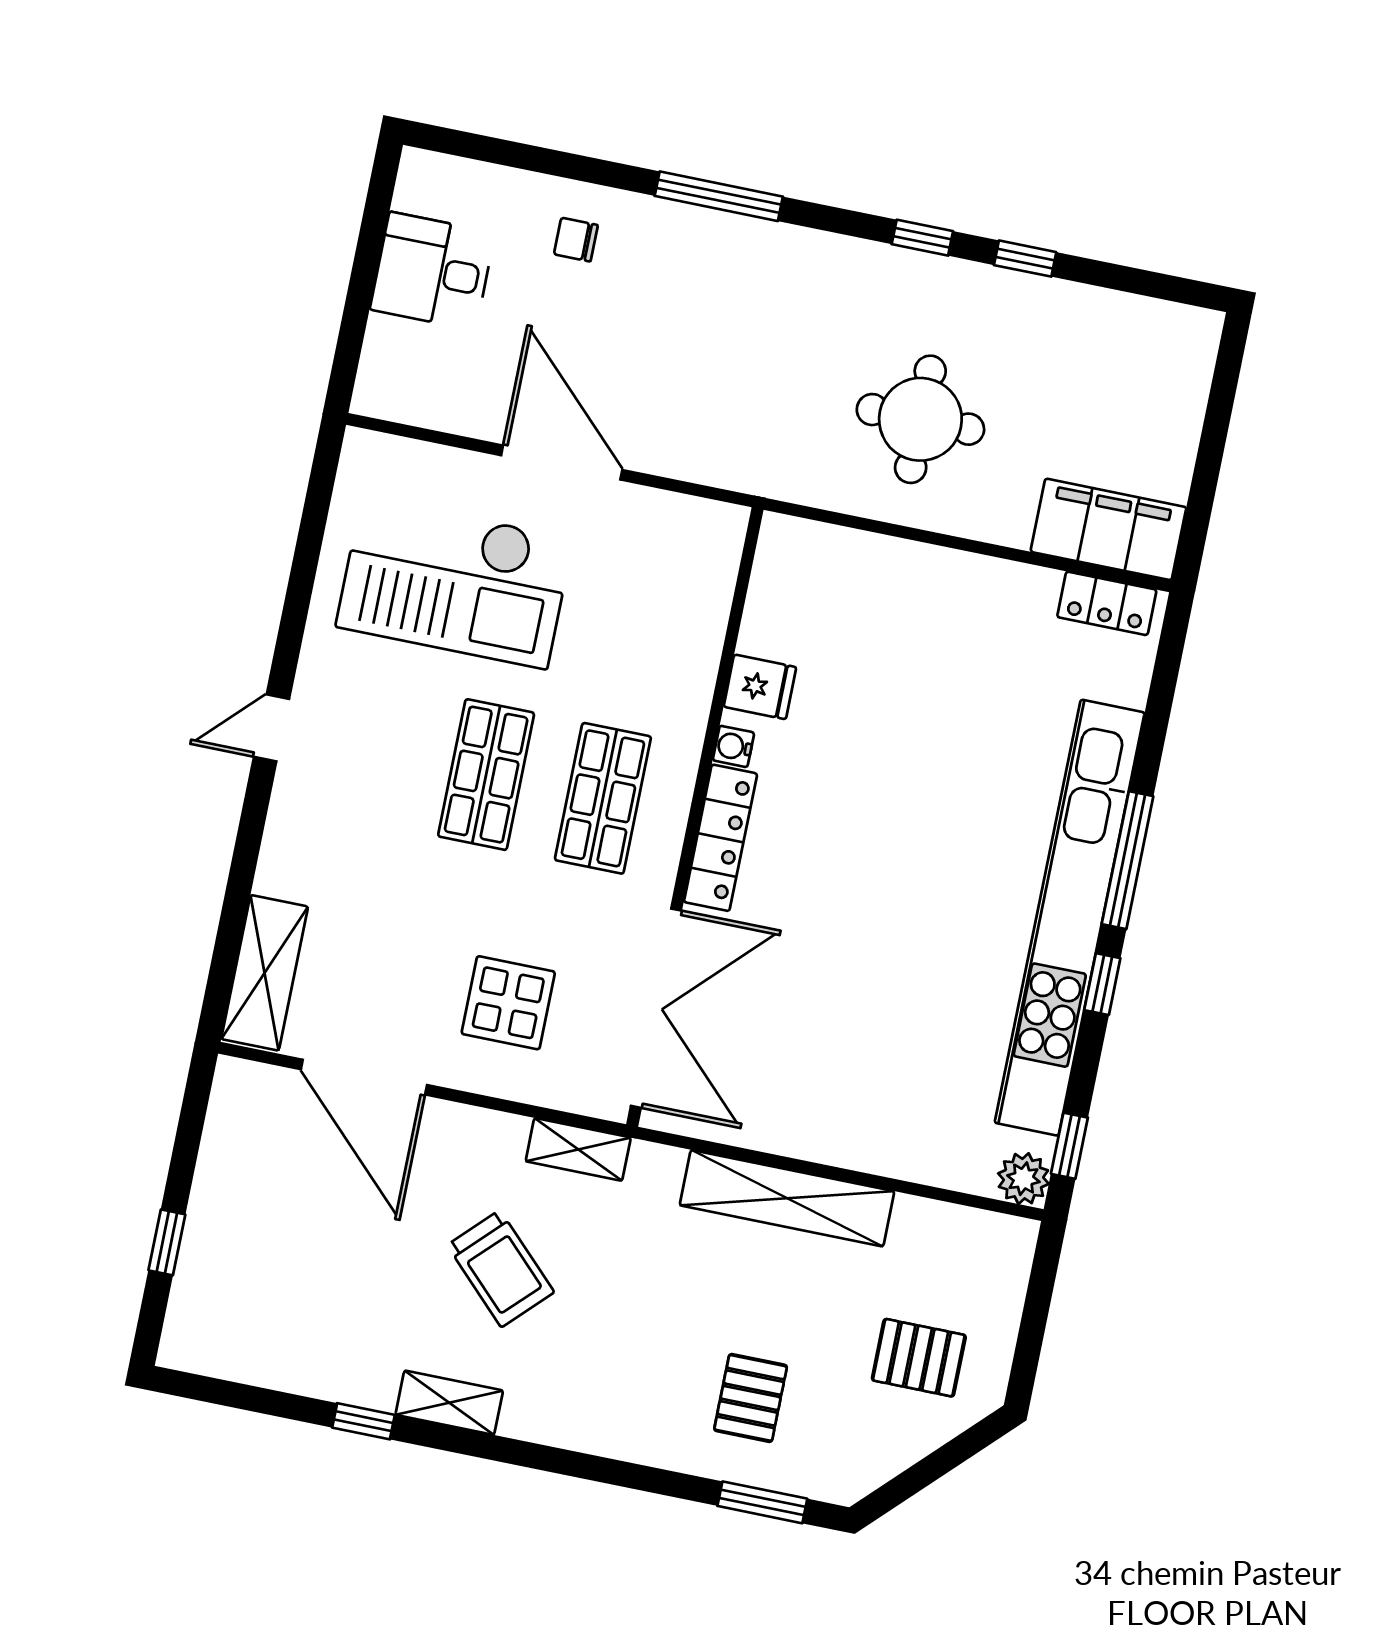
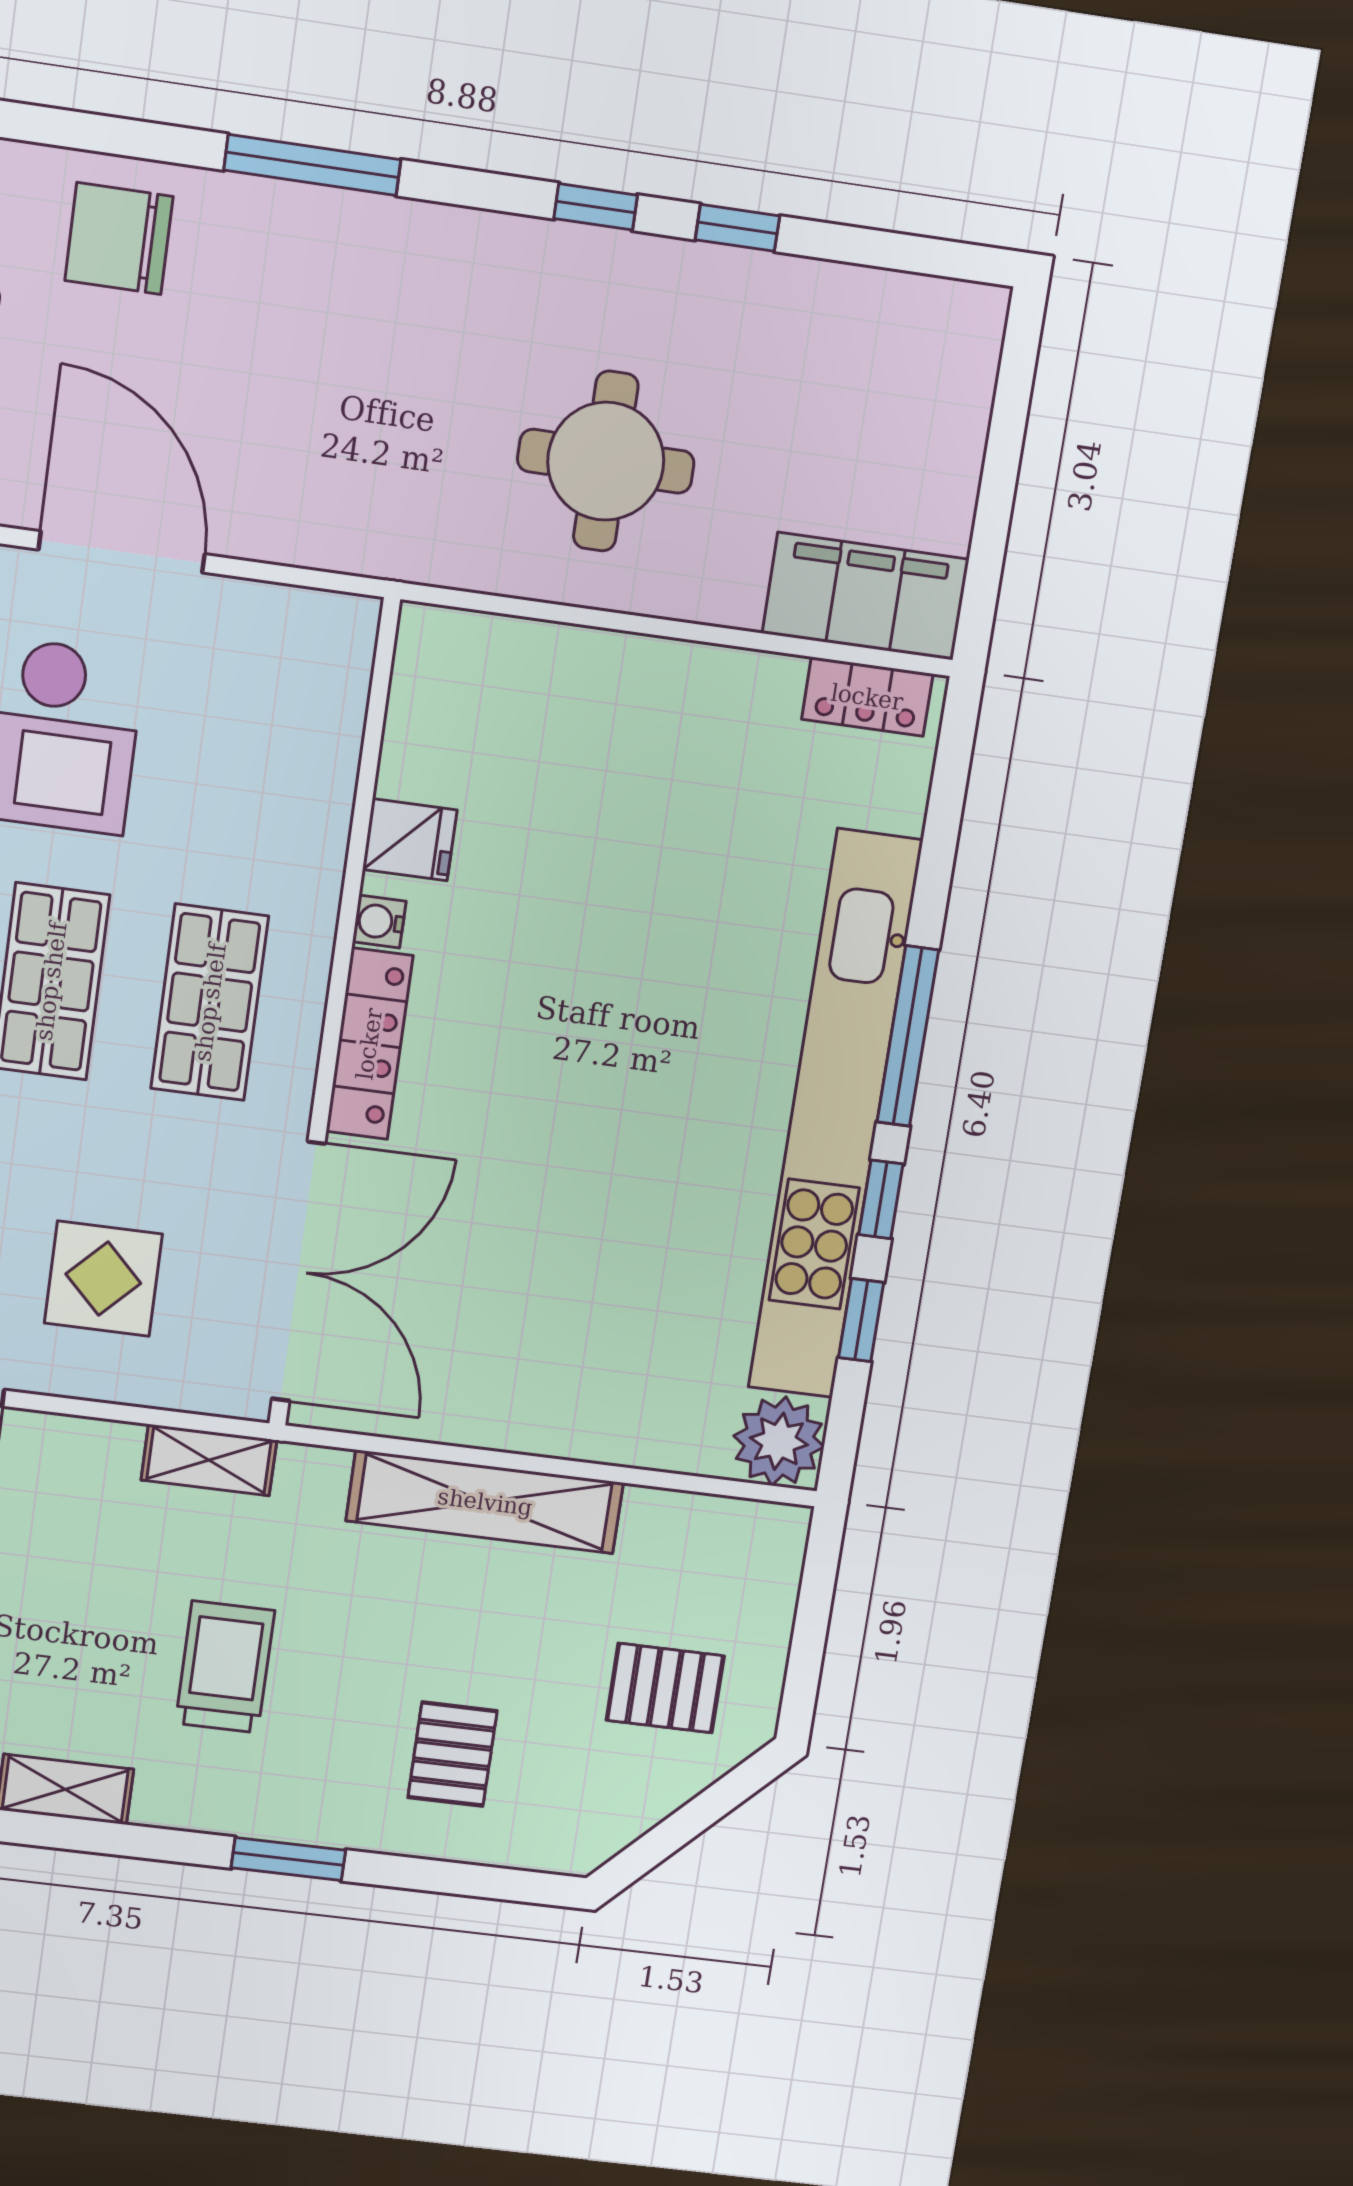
chair: (576, 240) -> (119, 239), width x1.87, depth x1.87
window: (1069, 1146) -> (861, 1320), moved
plant: (1023, 1179) -> (779, 1441), width x1.36, depth x1.36
trolley: (501, 1269) -> (225, 1667), moved, turned -135
window: (762, 1502) -> (288, 1859), moved

